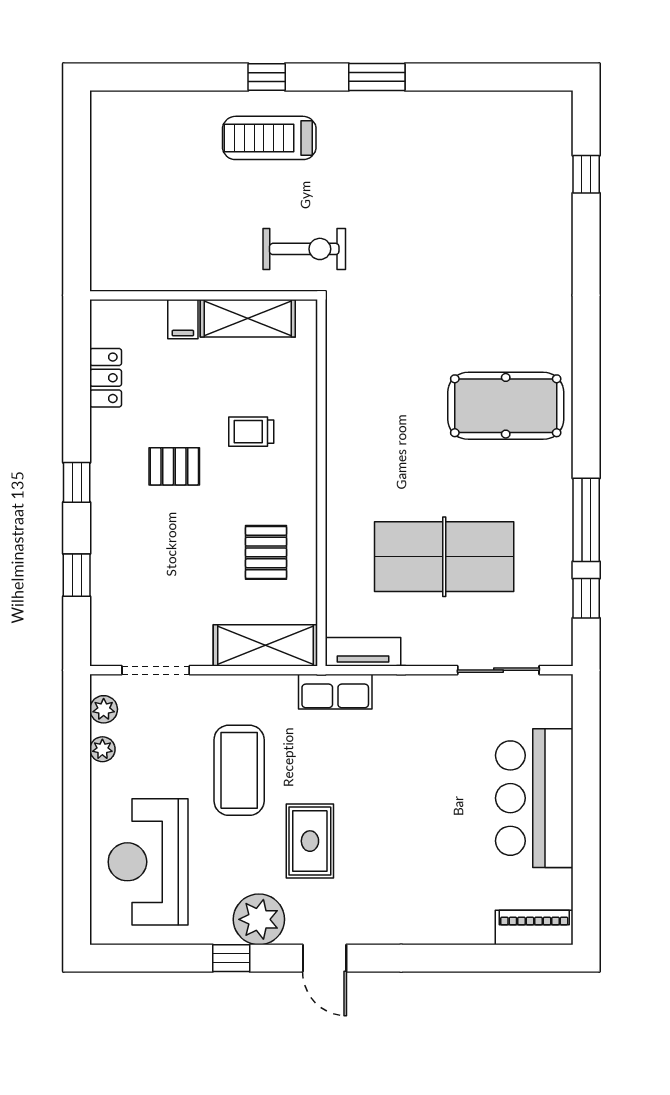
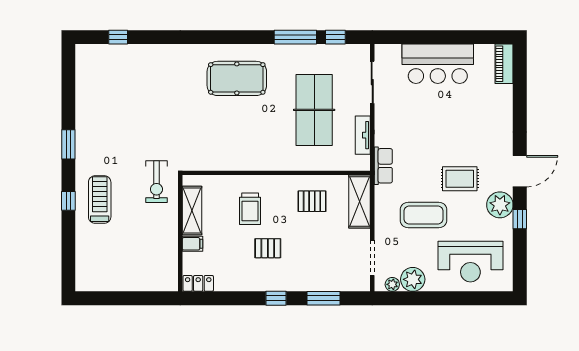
treadmill: (269, 138) -> (100, 200), turned 180
exercise bike: (304, 249) -> (156, 182), turned 180
locker: (106, 378) -> (198, 283), moved
pool table: (506, 406) -> (237, 78), turned 90
trolley: (251, 432) -> (250, 209), width x1.36, depth x1.39
pallet: (174, 466) -> (268, 248), turned 90
window: (77, 575) -> (324, 298), width x1.50
tv unit: (363, 652) -> (363, 135), moved
plant: (102, 749) -> (413, 279), width x1.88, depth x1.88
door: (325, 958) -> (520, 171), width x1.38

